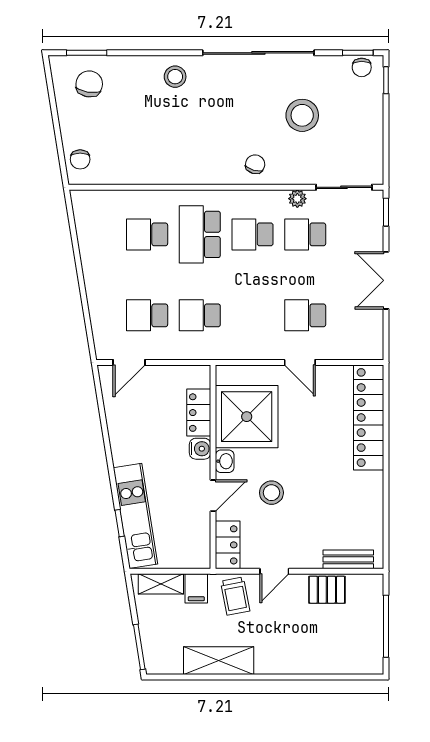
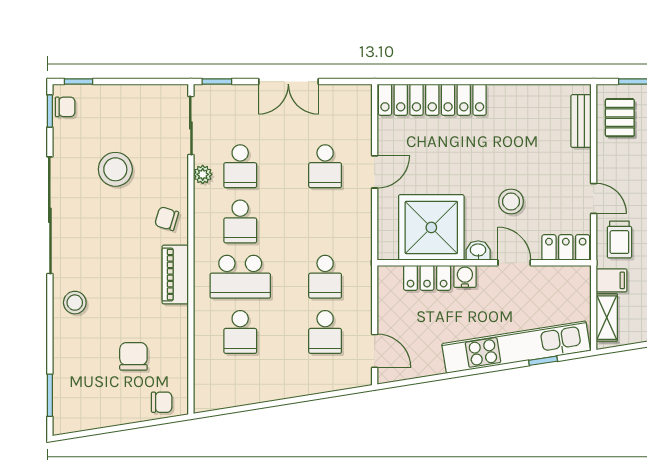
chair: (89, 84) -> (133, 356), moved, turned 80
piano: (202, 172) -> (175, 275), added
kitchen unit: (135, 516) -> (516, 347), width x1.36
pallet: (327, 590) -> (620, 118), moved
trolley: (235, 596) -> (619, 240), turned 101

